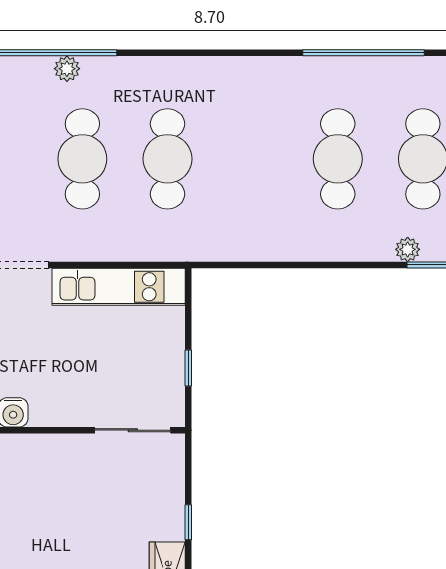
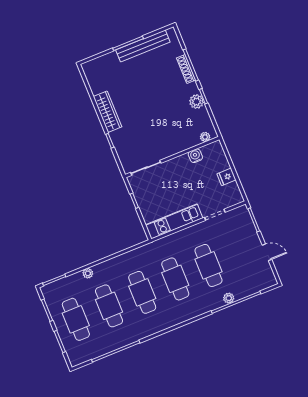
cafe table: (253, 159) -> (142, 292), added
plant: (408, 249) -> (88, 273), moved

